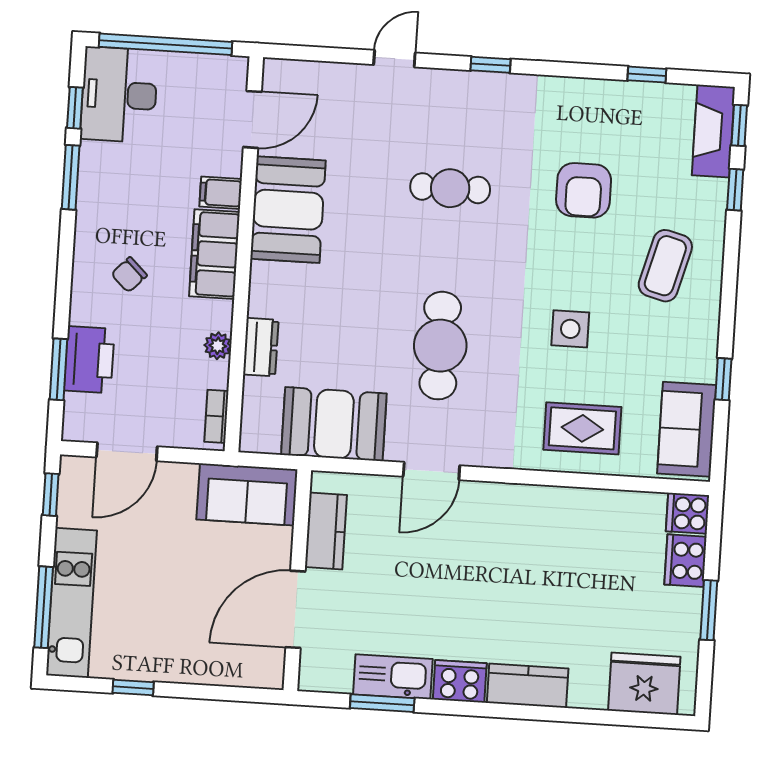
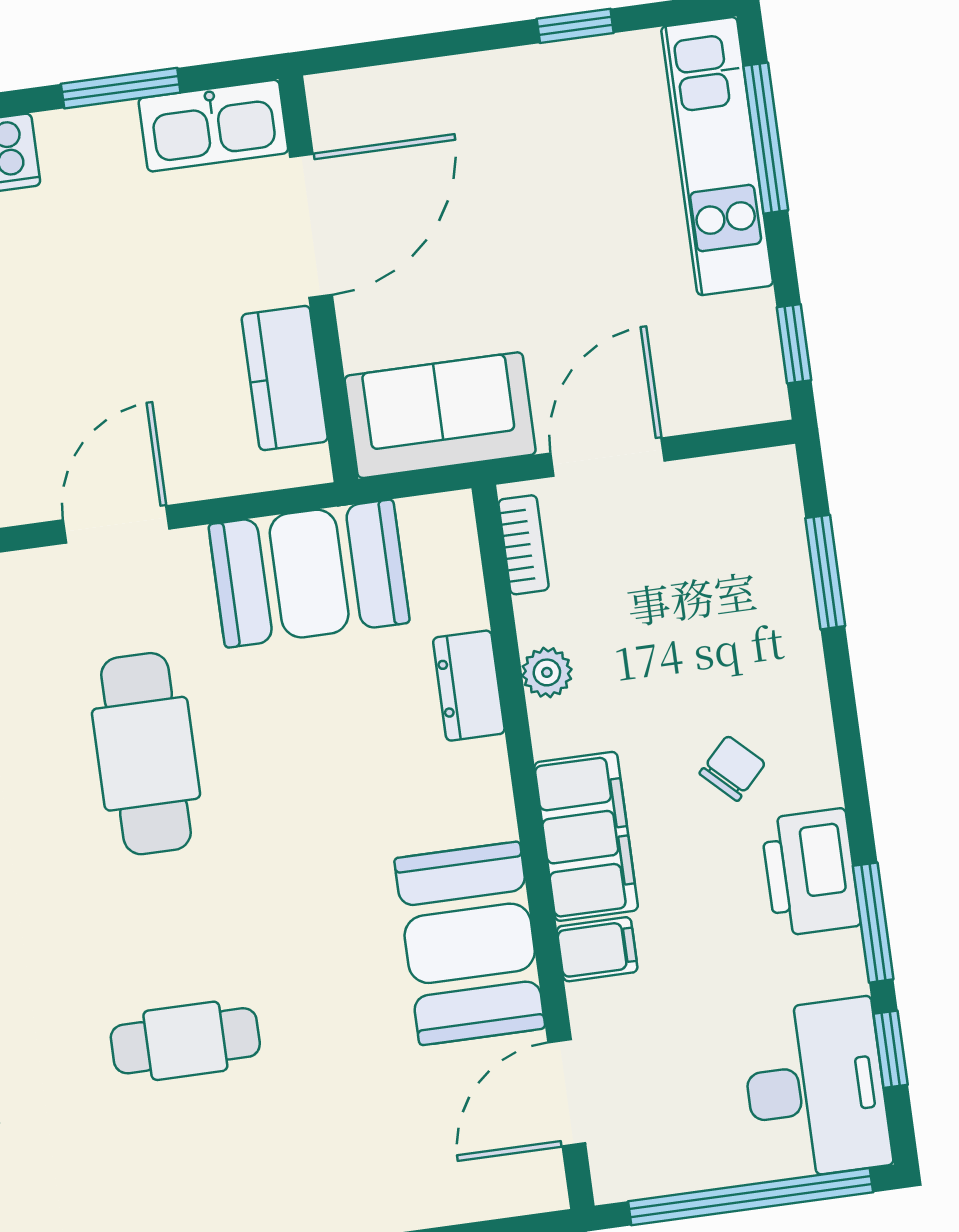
printer: (89, 360) -> (811, 872), moved
door: (127, 452) -> (608, 457), moved
kitchen sink: (393, 677) -> (213, 126), moved

